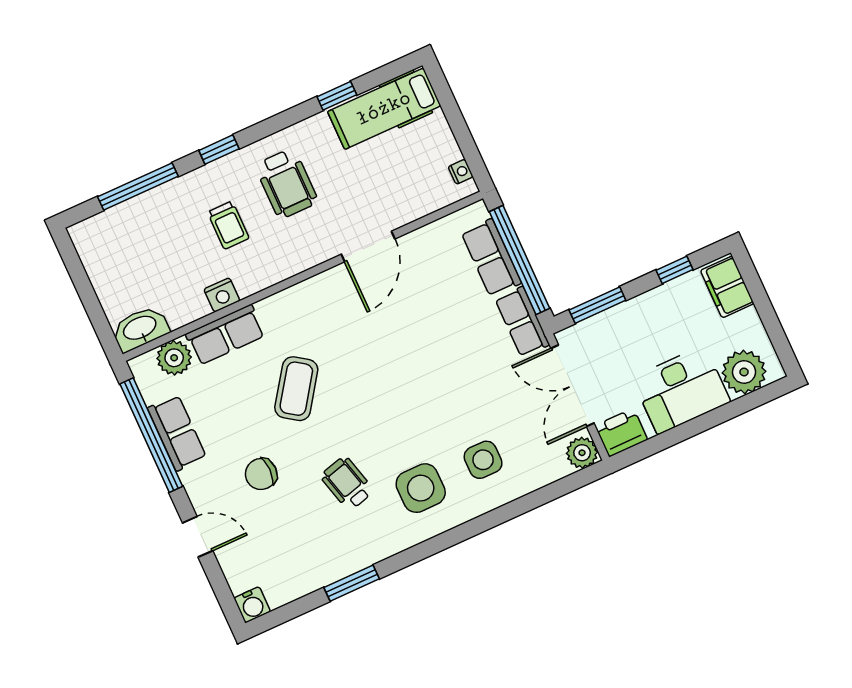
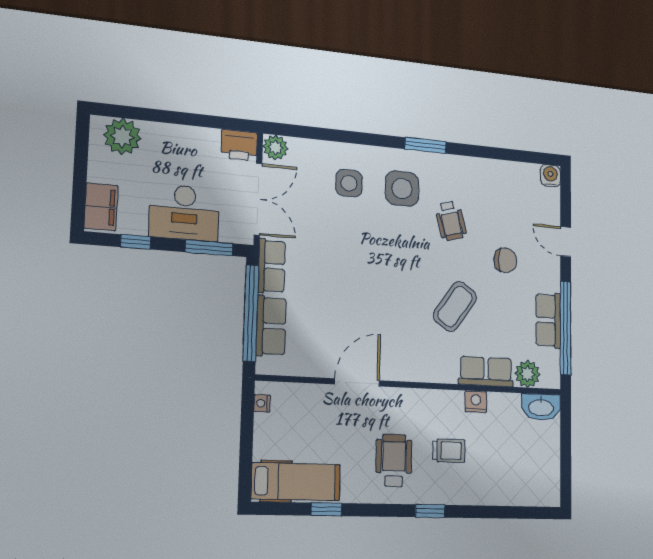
window: (138, 186) -> (499, 512), removed
trolley: (228, 225) -> (449, 451), turned 90
desk: (681, 390) -> (184, 213), moved, turned 180
window: (352, 583) -> (426, 145), moved

